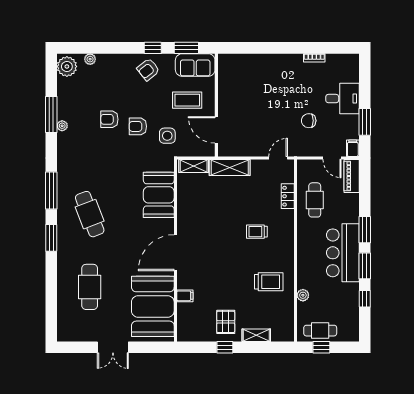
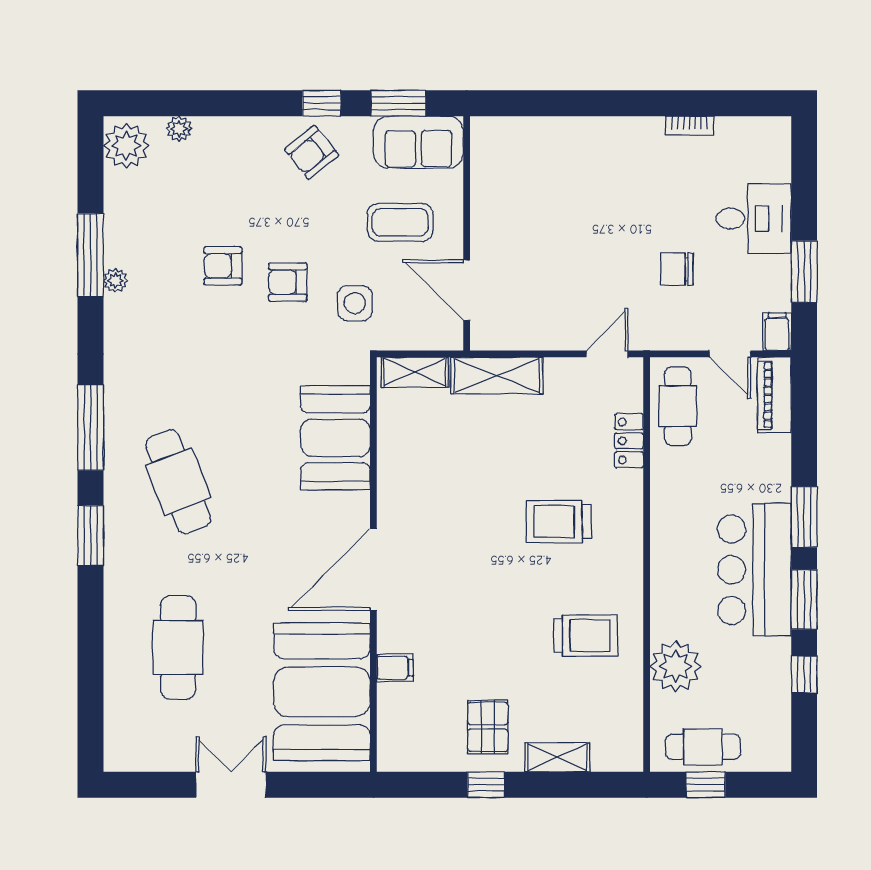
cafe table: (315, 200) -> (678, 406), moved
trolley: (257, 232) -> (559, 522), width x1.36, depth x1.39
plant: (303, 295) -> (676, 666), width x1.88, depth x1.88
double door: (113, 347) -> (231, 785), swing flipped

